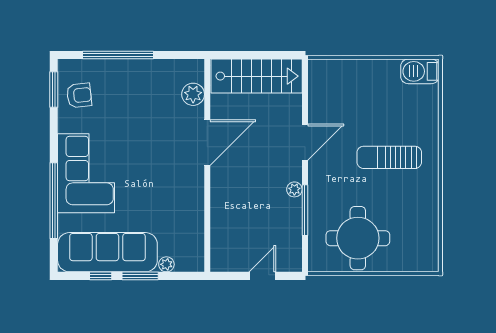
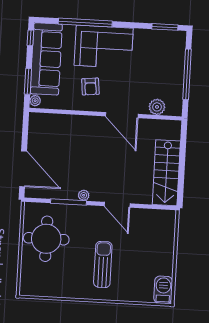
plant: (193, 94) -> (157, 107), moved
armchair: (79, 95) -> (90, 87), moved
door: (207, 143) -> (122, 115), moved
wall: (207, 165) -> (105, 114), moved
window: (101, 276) -> (30, 38), moved
door: (262, 276) -> (23, 169), width x1.88

